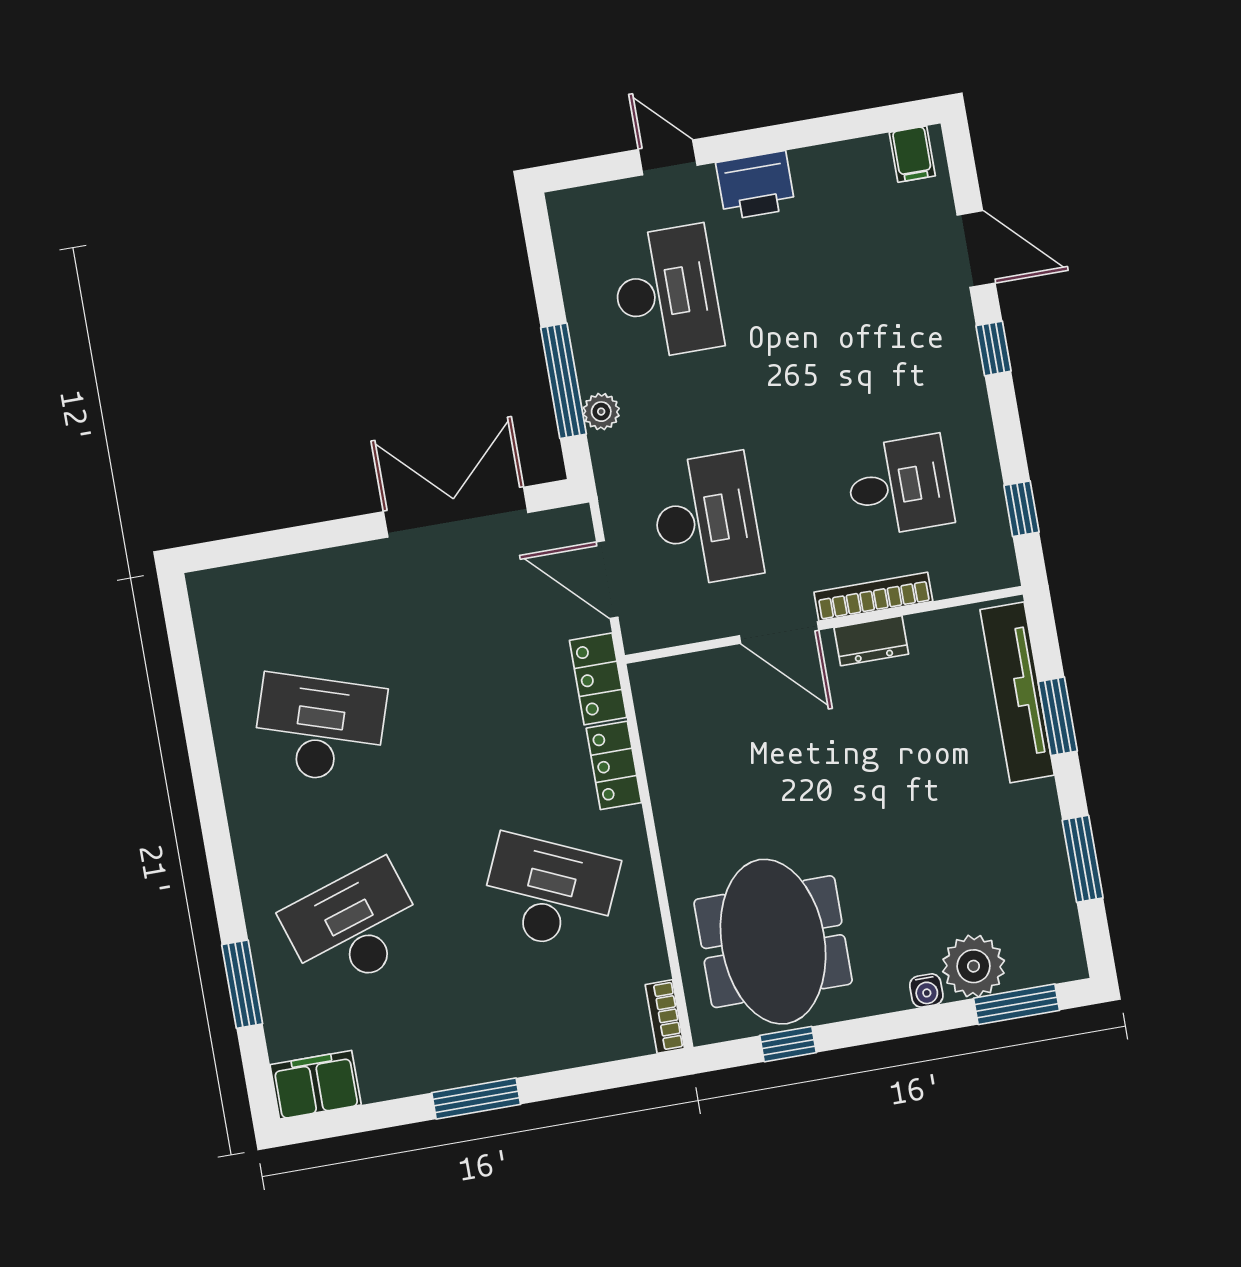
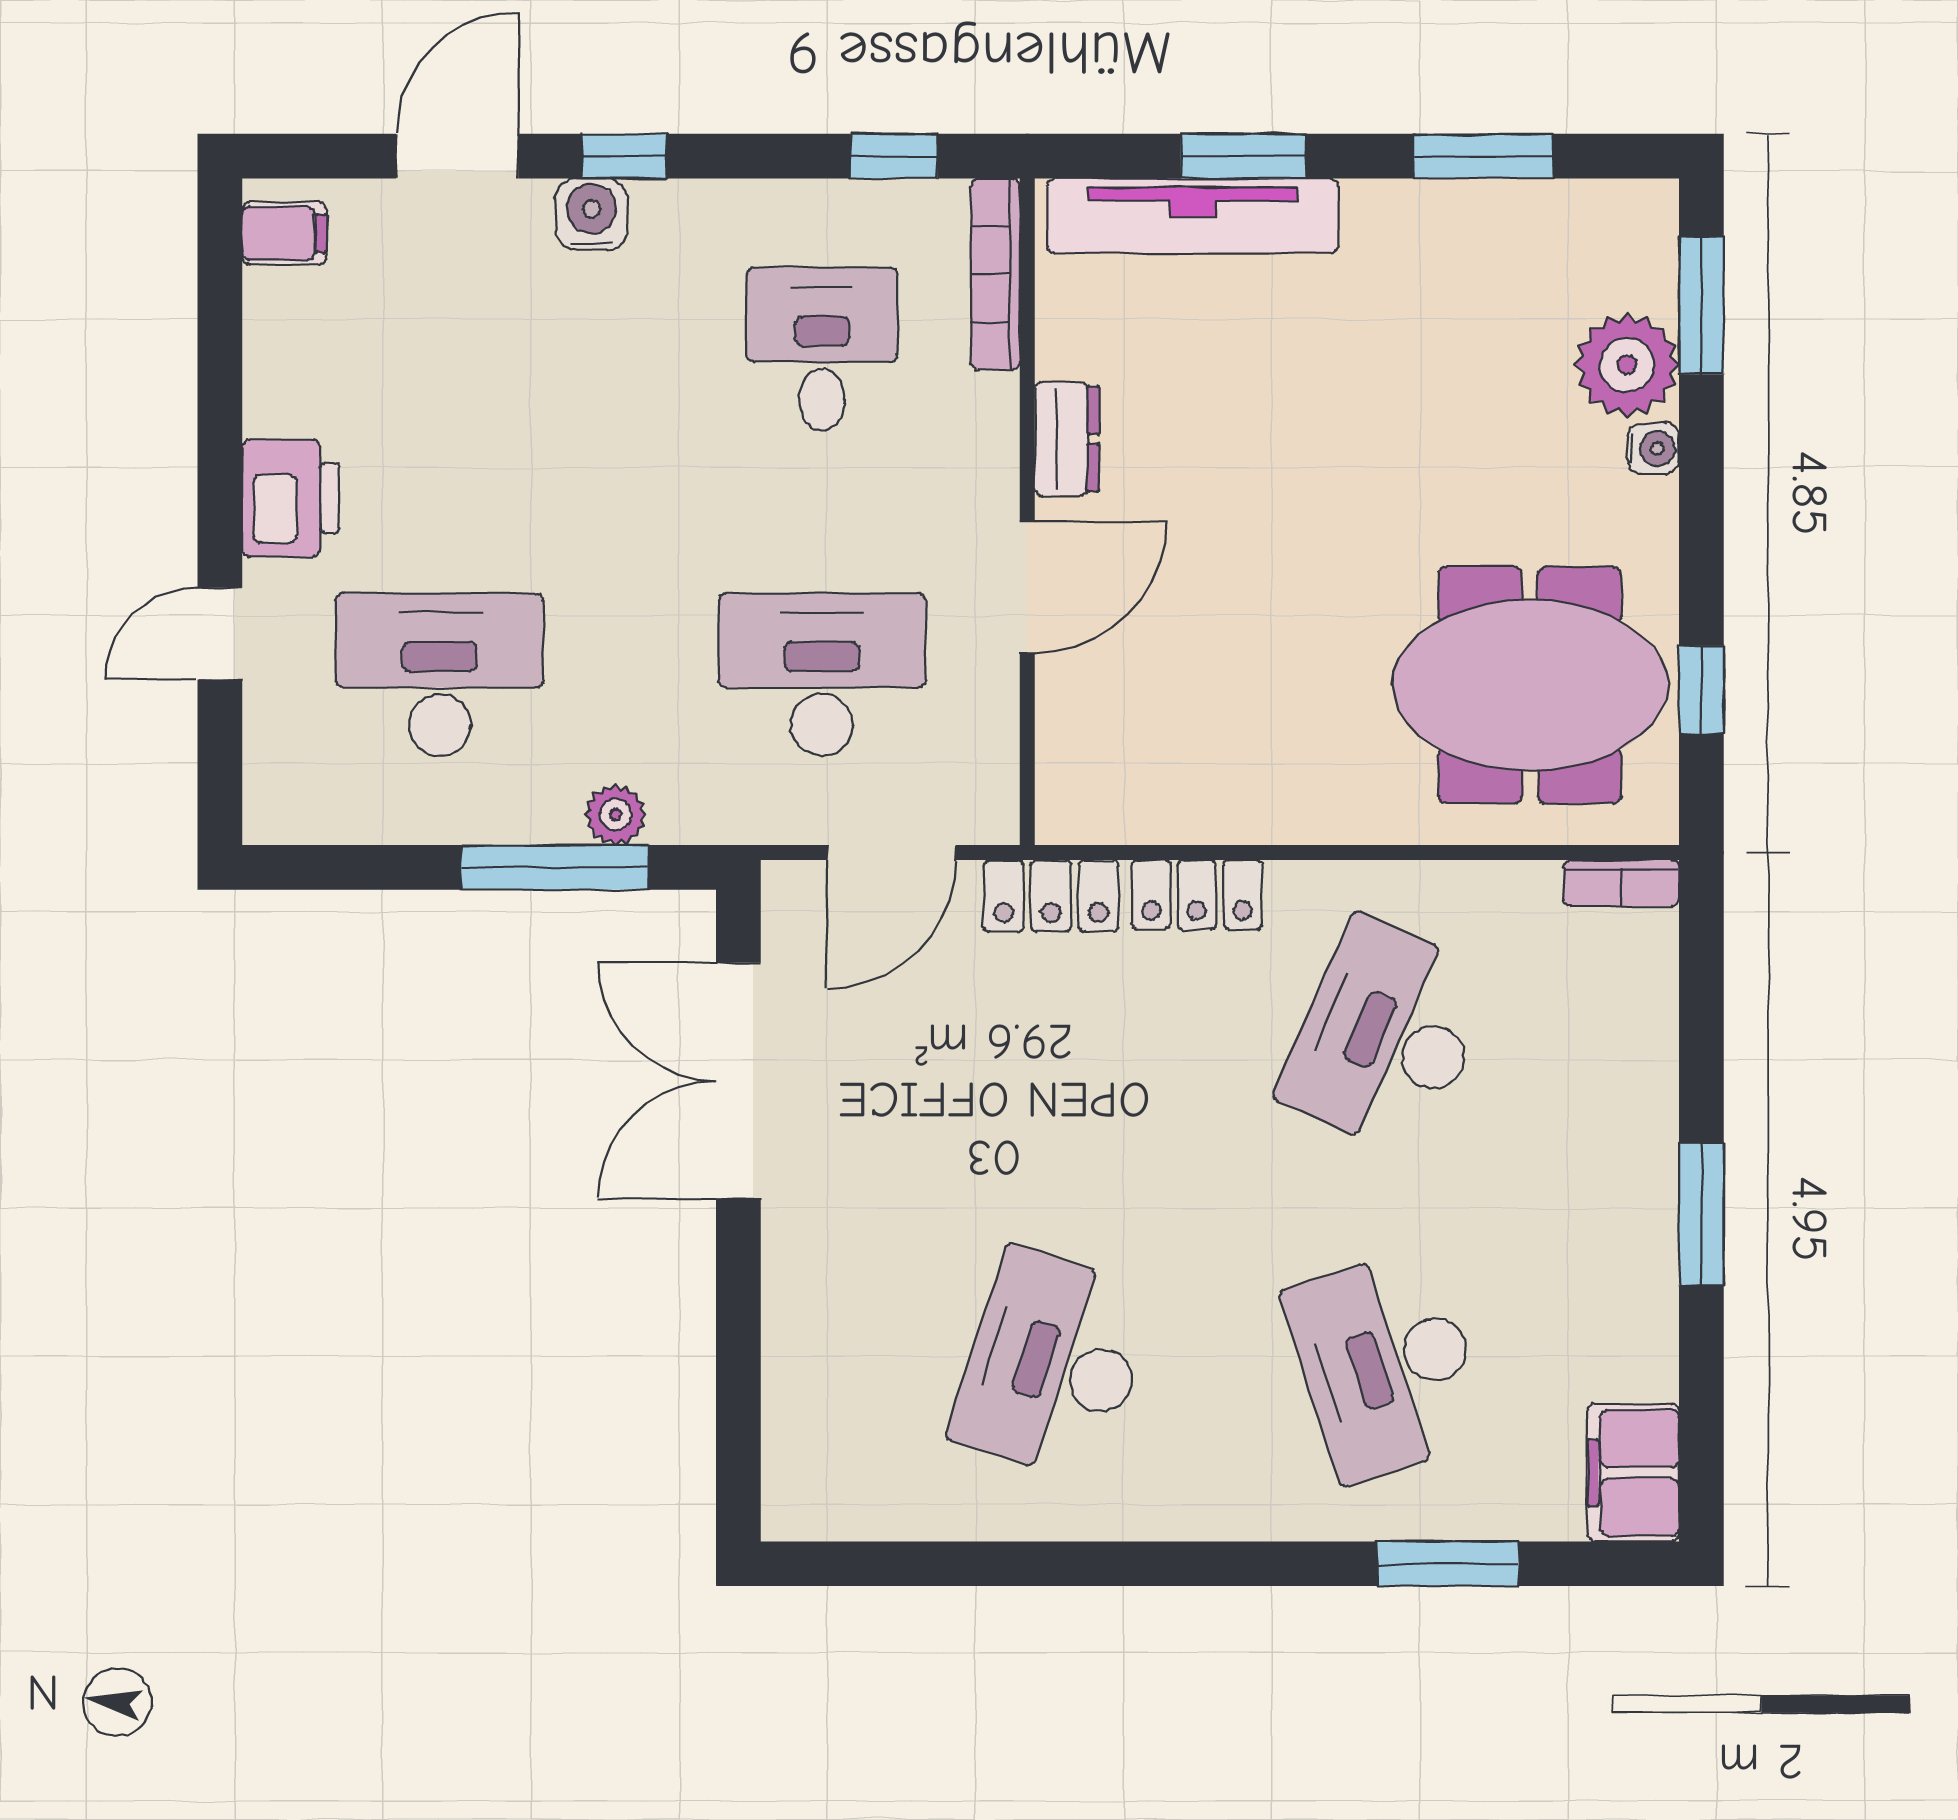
water cooler: (955, 335) -> (592, 214), added
bookcase: (873, 597) -> (995, 274), moved

